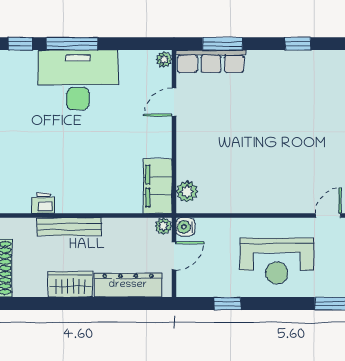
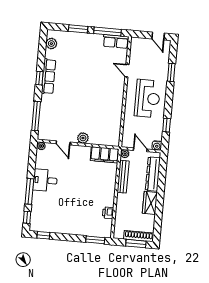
window: (222, 44) -> (36, 116), width x1.44
row of seats: (211, 61) -> (48, 76), moved
desk: (78, 80) -> (45, 180), width x0.53, depth x0.77
plant: (187, 191) -> (83, 138), moved
bench: (69, 227) -> (123, 177), moved
water cooler: (185, 227) -> (157, 145), moved

